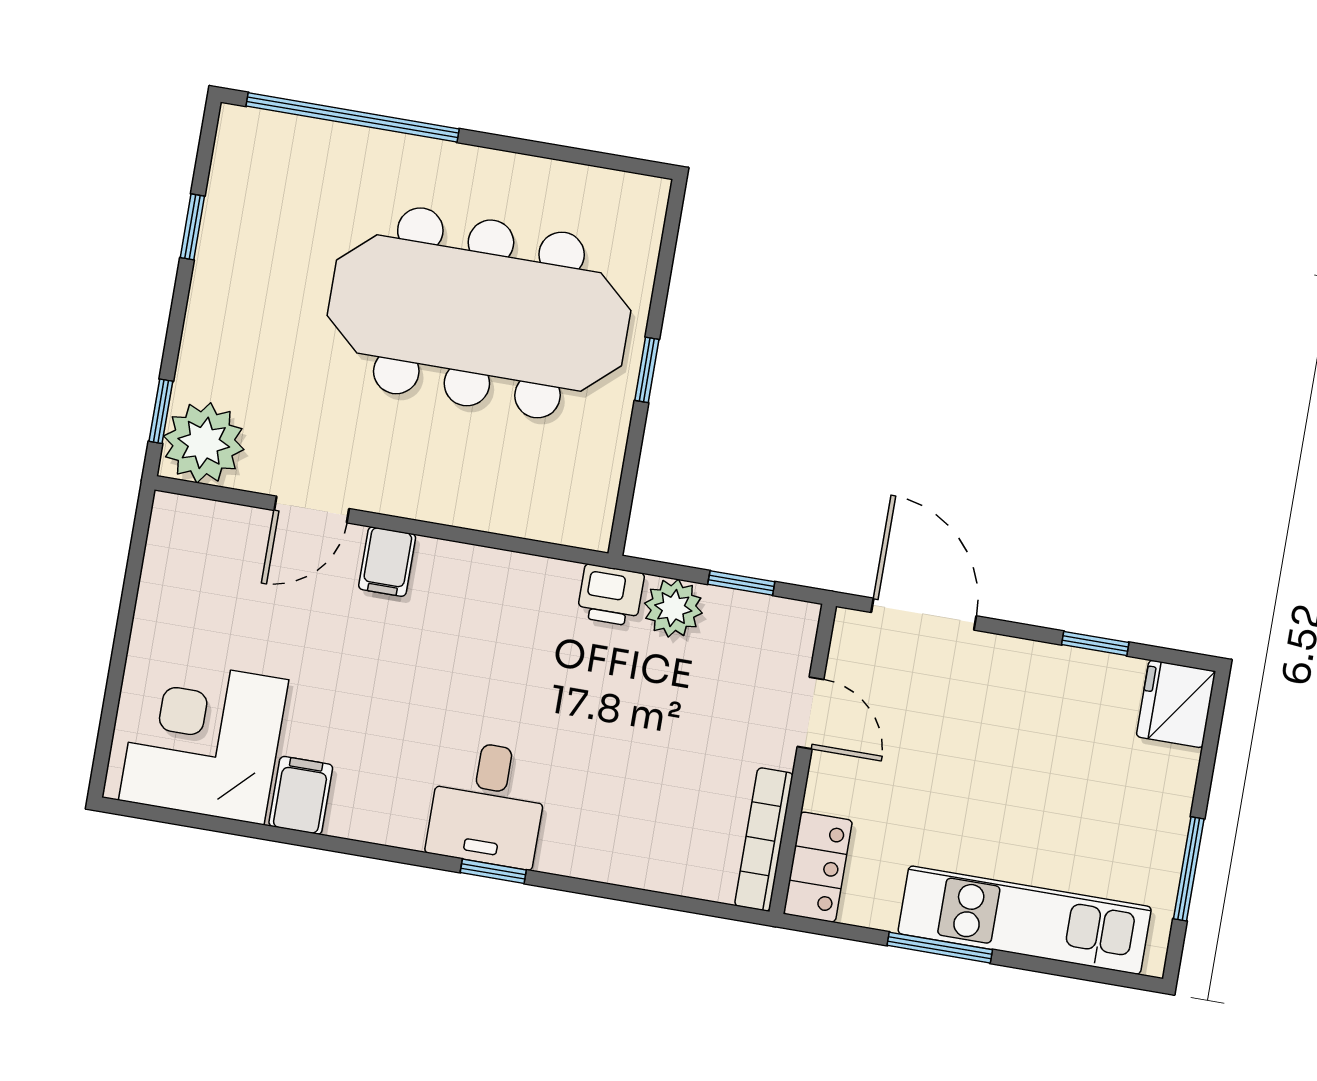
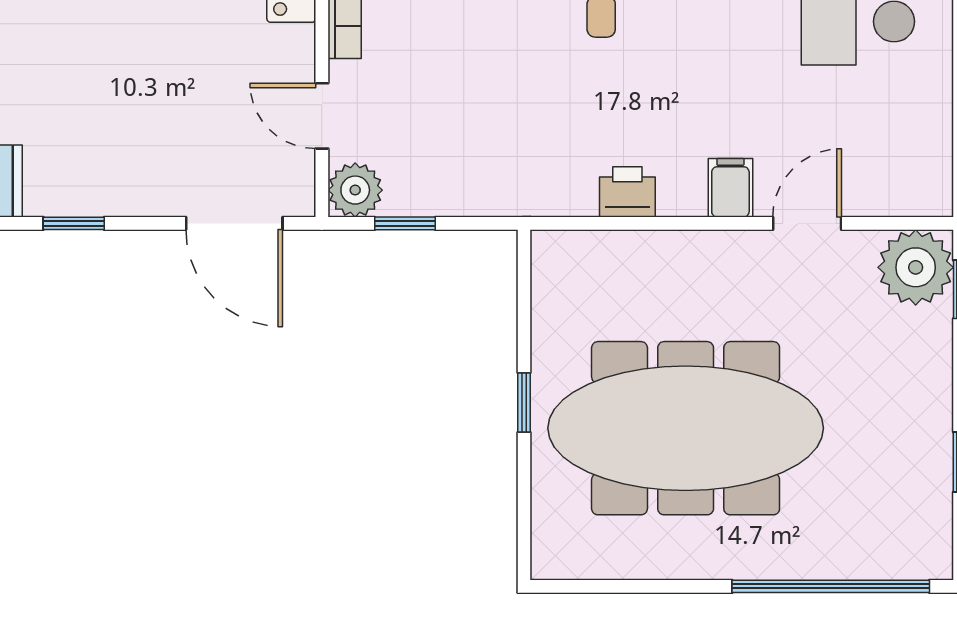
printer: (610, 595) -> (627, 192), moved
plant: (673, 608) -> (355, 190), moved

